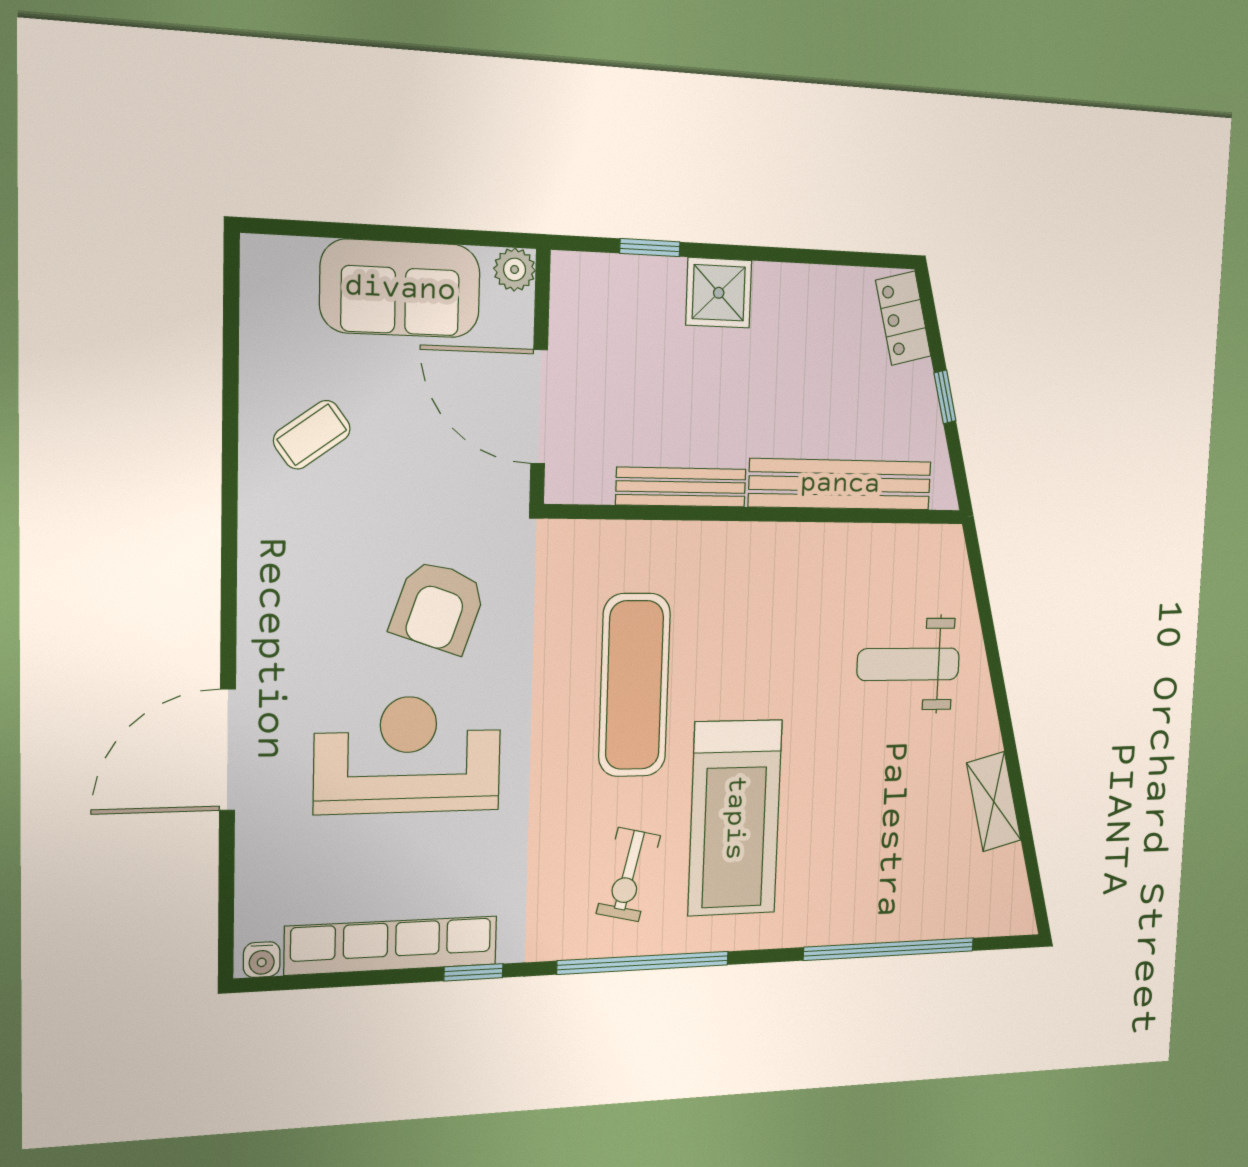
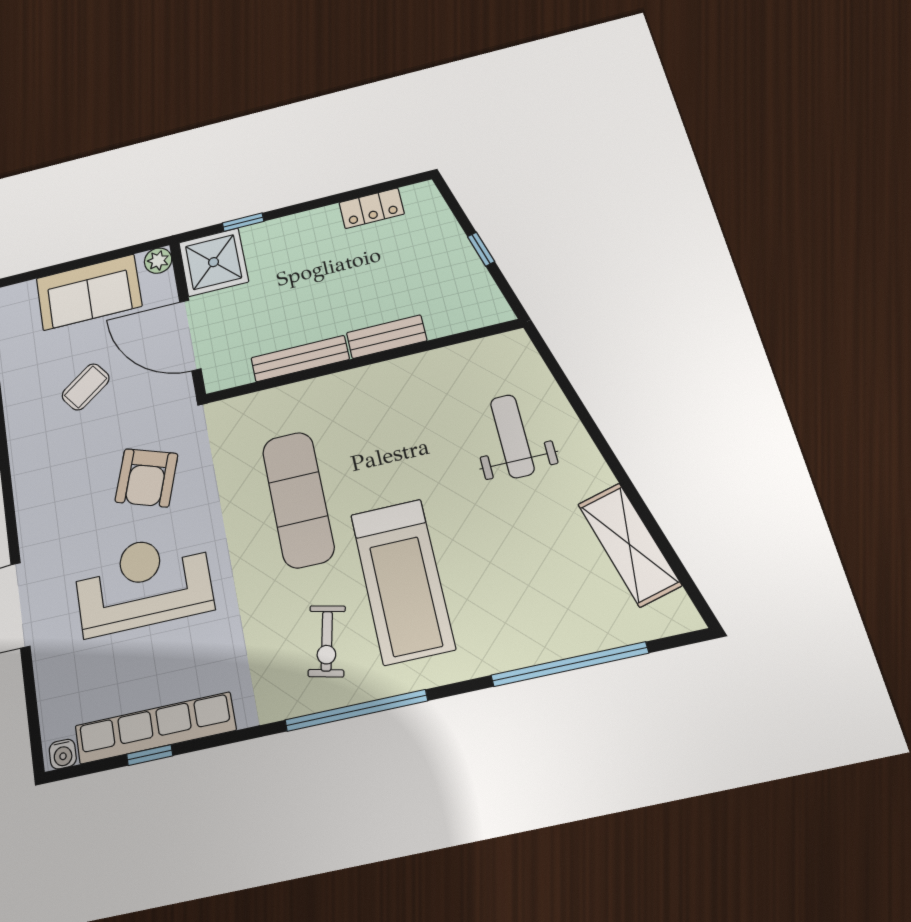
shower: (719, 293) -> (214, 262), moved, width x1.36, depth x1.36
locker: (903, 318) -> (372, 208), moved, turned -75
coffee table: (312, 435) -> (86, 387), moved
bench: (840, 484) -> (387, 337), width x0.54, depth x0.82
weight bench: (908, 664) -> (512, 436), turned 90
shelving: (994, 802) -> (629, 544), width x1.50, depth x1.33
window: (473, 972) -> (150, 755), moved

